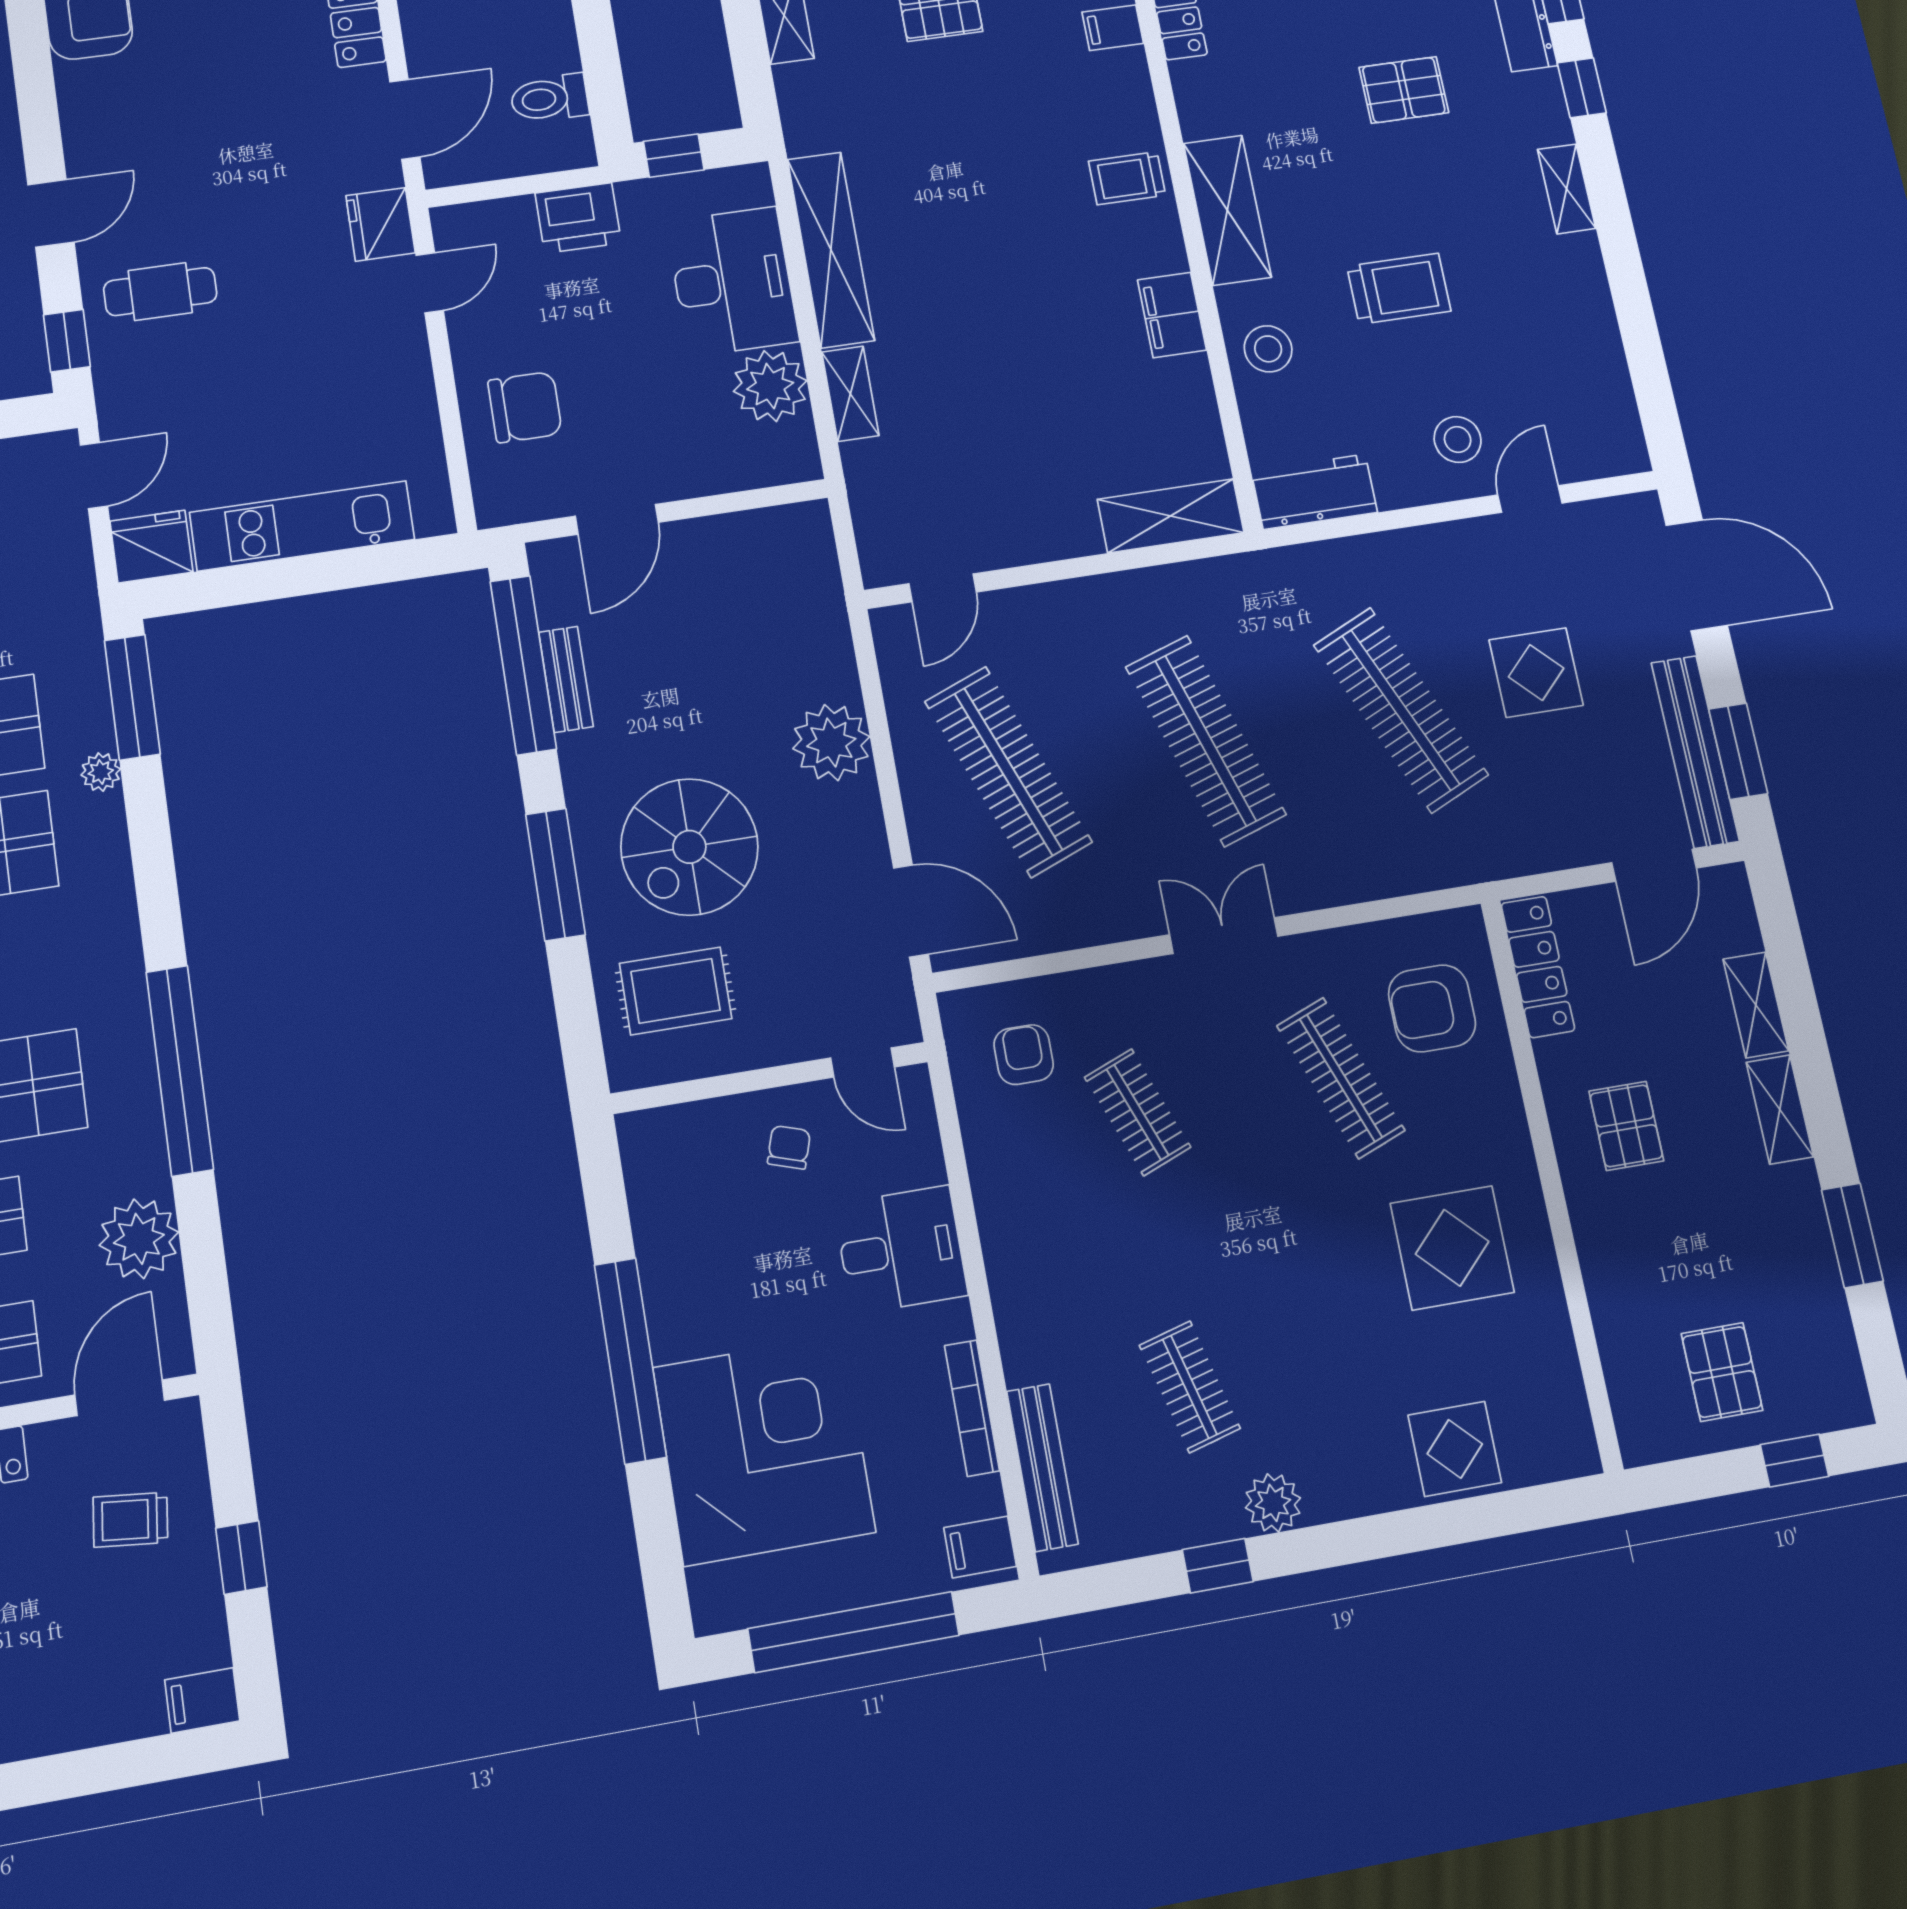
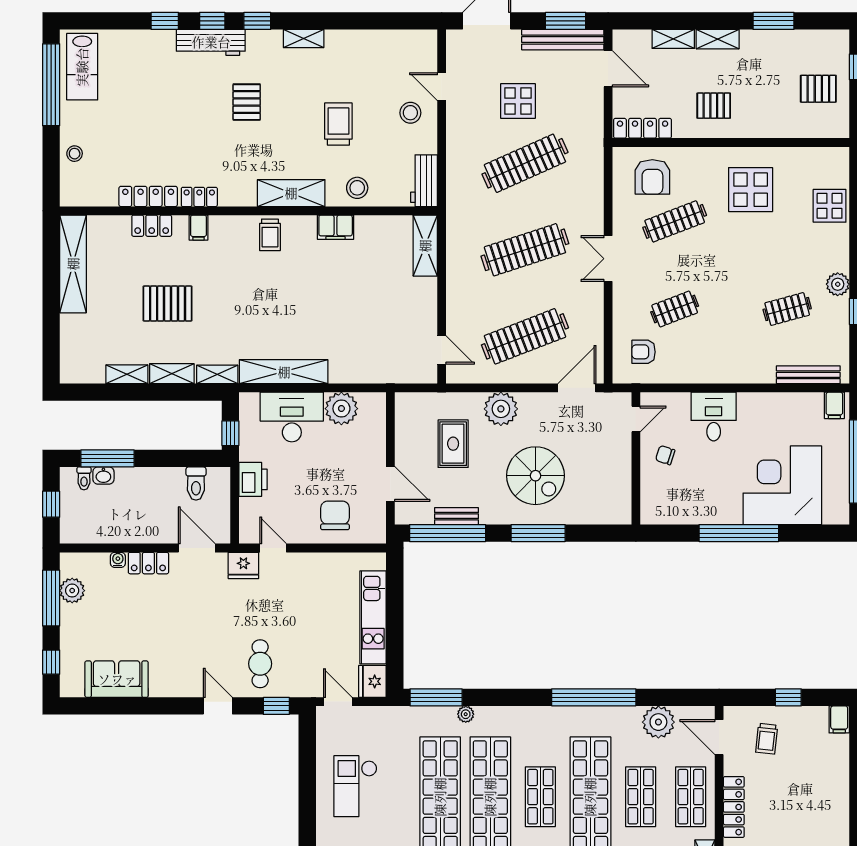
shelving: (850, 394) -> (217, 374), moved
rug: (676, 991) -> (453, 444), moved
bookcase: (972, 1408) -> (780, 399), removed

